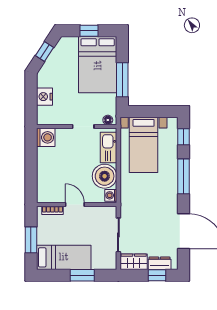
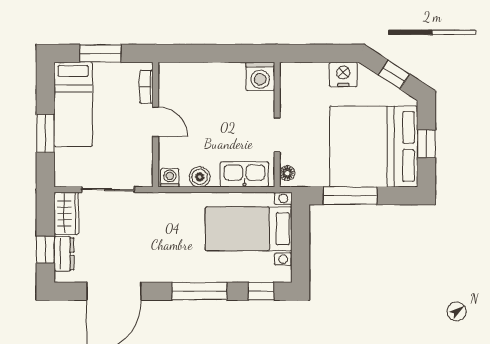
bed: (98, 65) -> (374, 147), width x1.36
nightstand: (44, 97) -> (343, 74), moved
boiler: (105, 176) -> (200, 177), width x0.54, depth x0.54
door: (75, 204) -> (156, 122), hinge flipped

